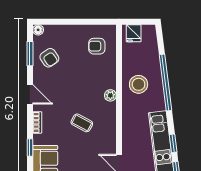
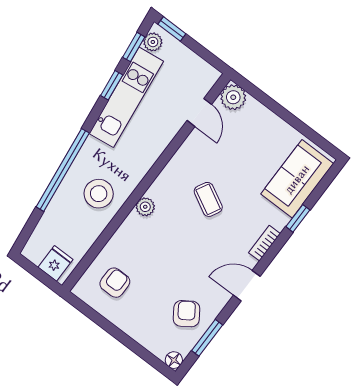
armchair: (97, 46) -> (115, 283), turned -90
door: (30, 94) -> (247, 286), hinge flipped

